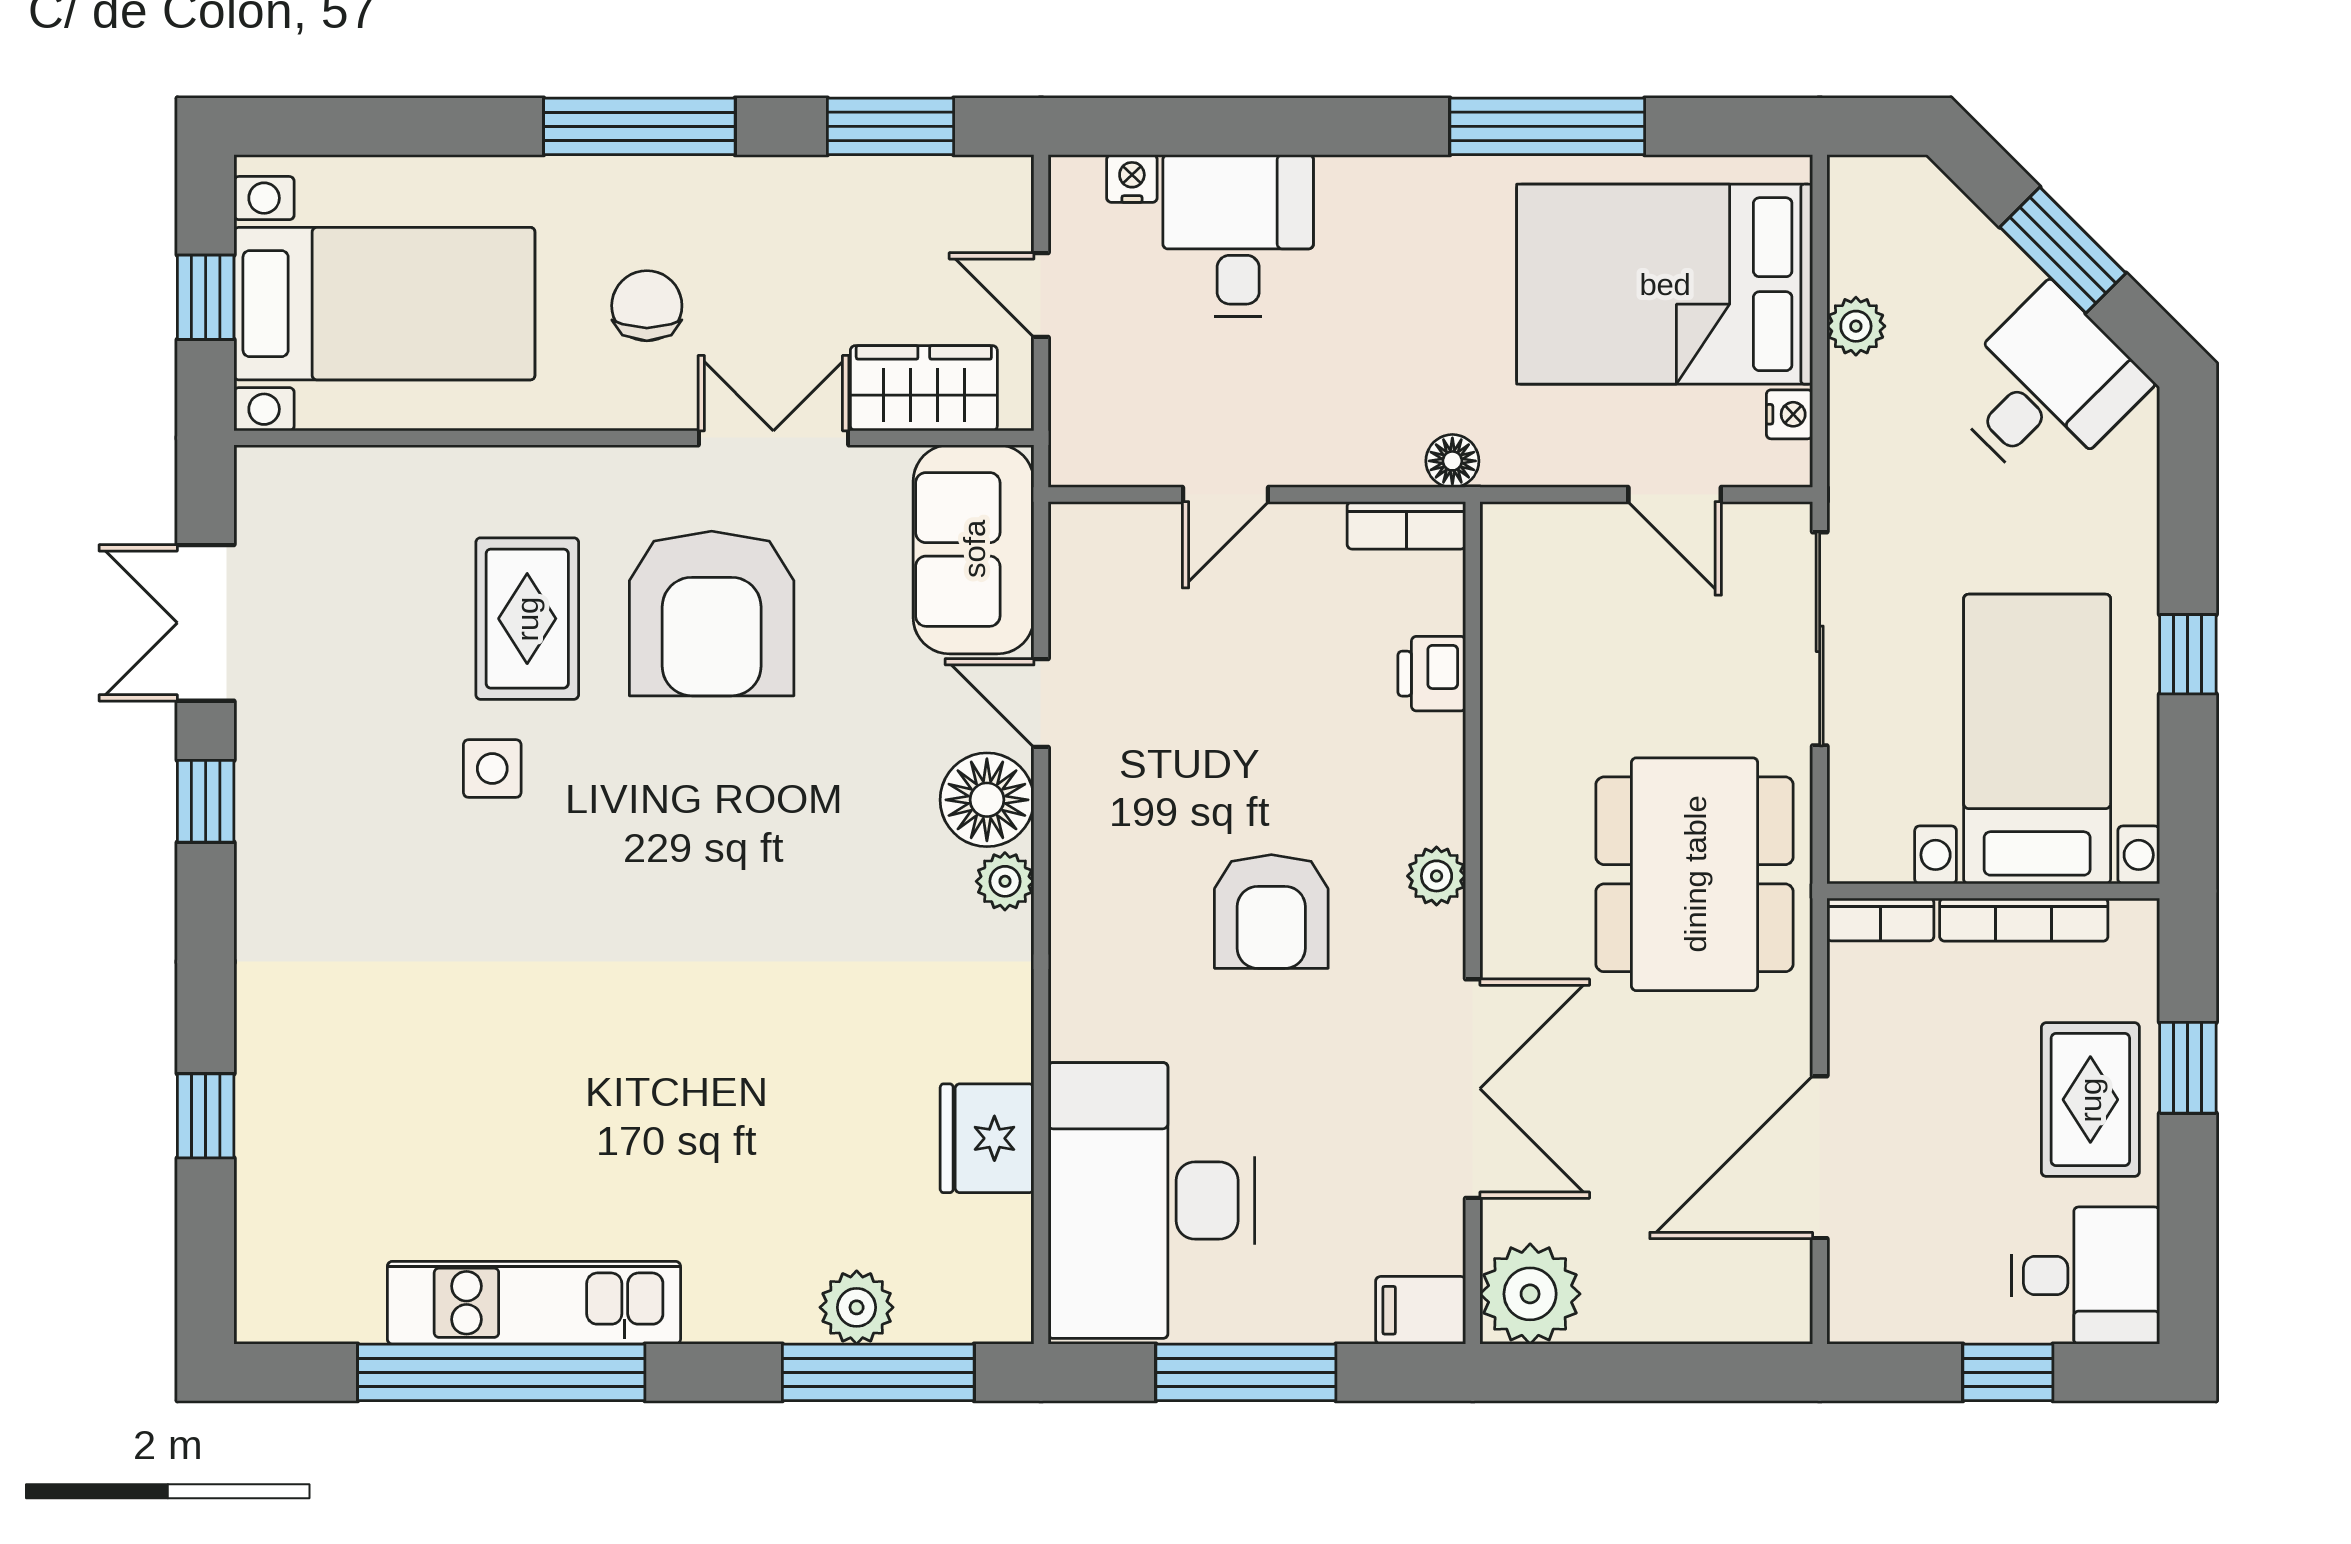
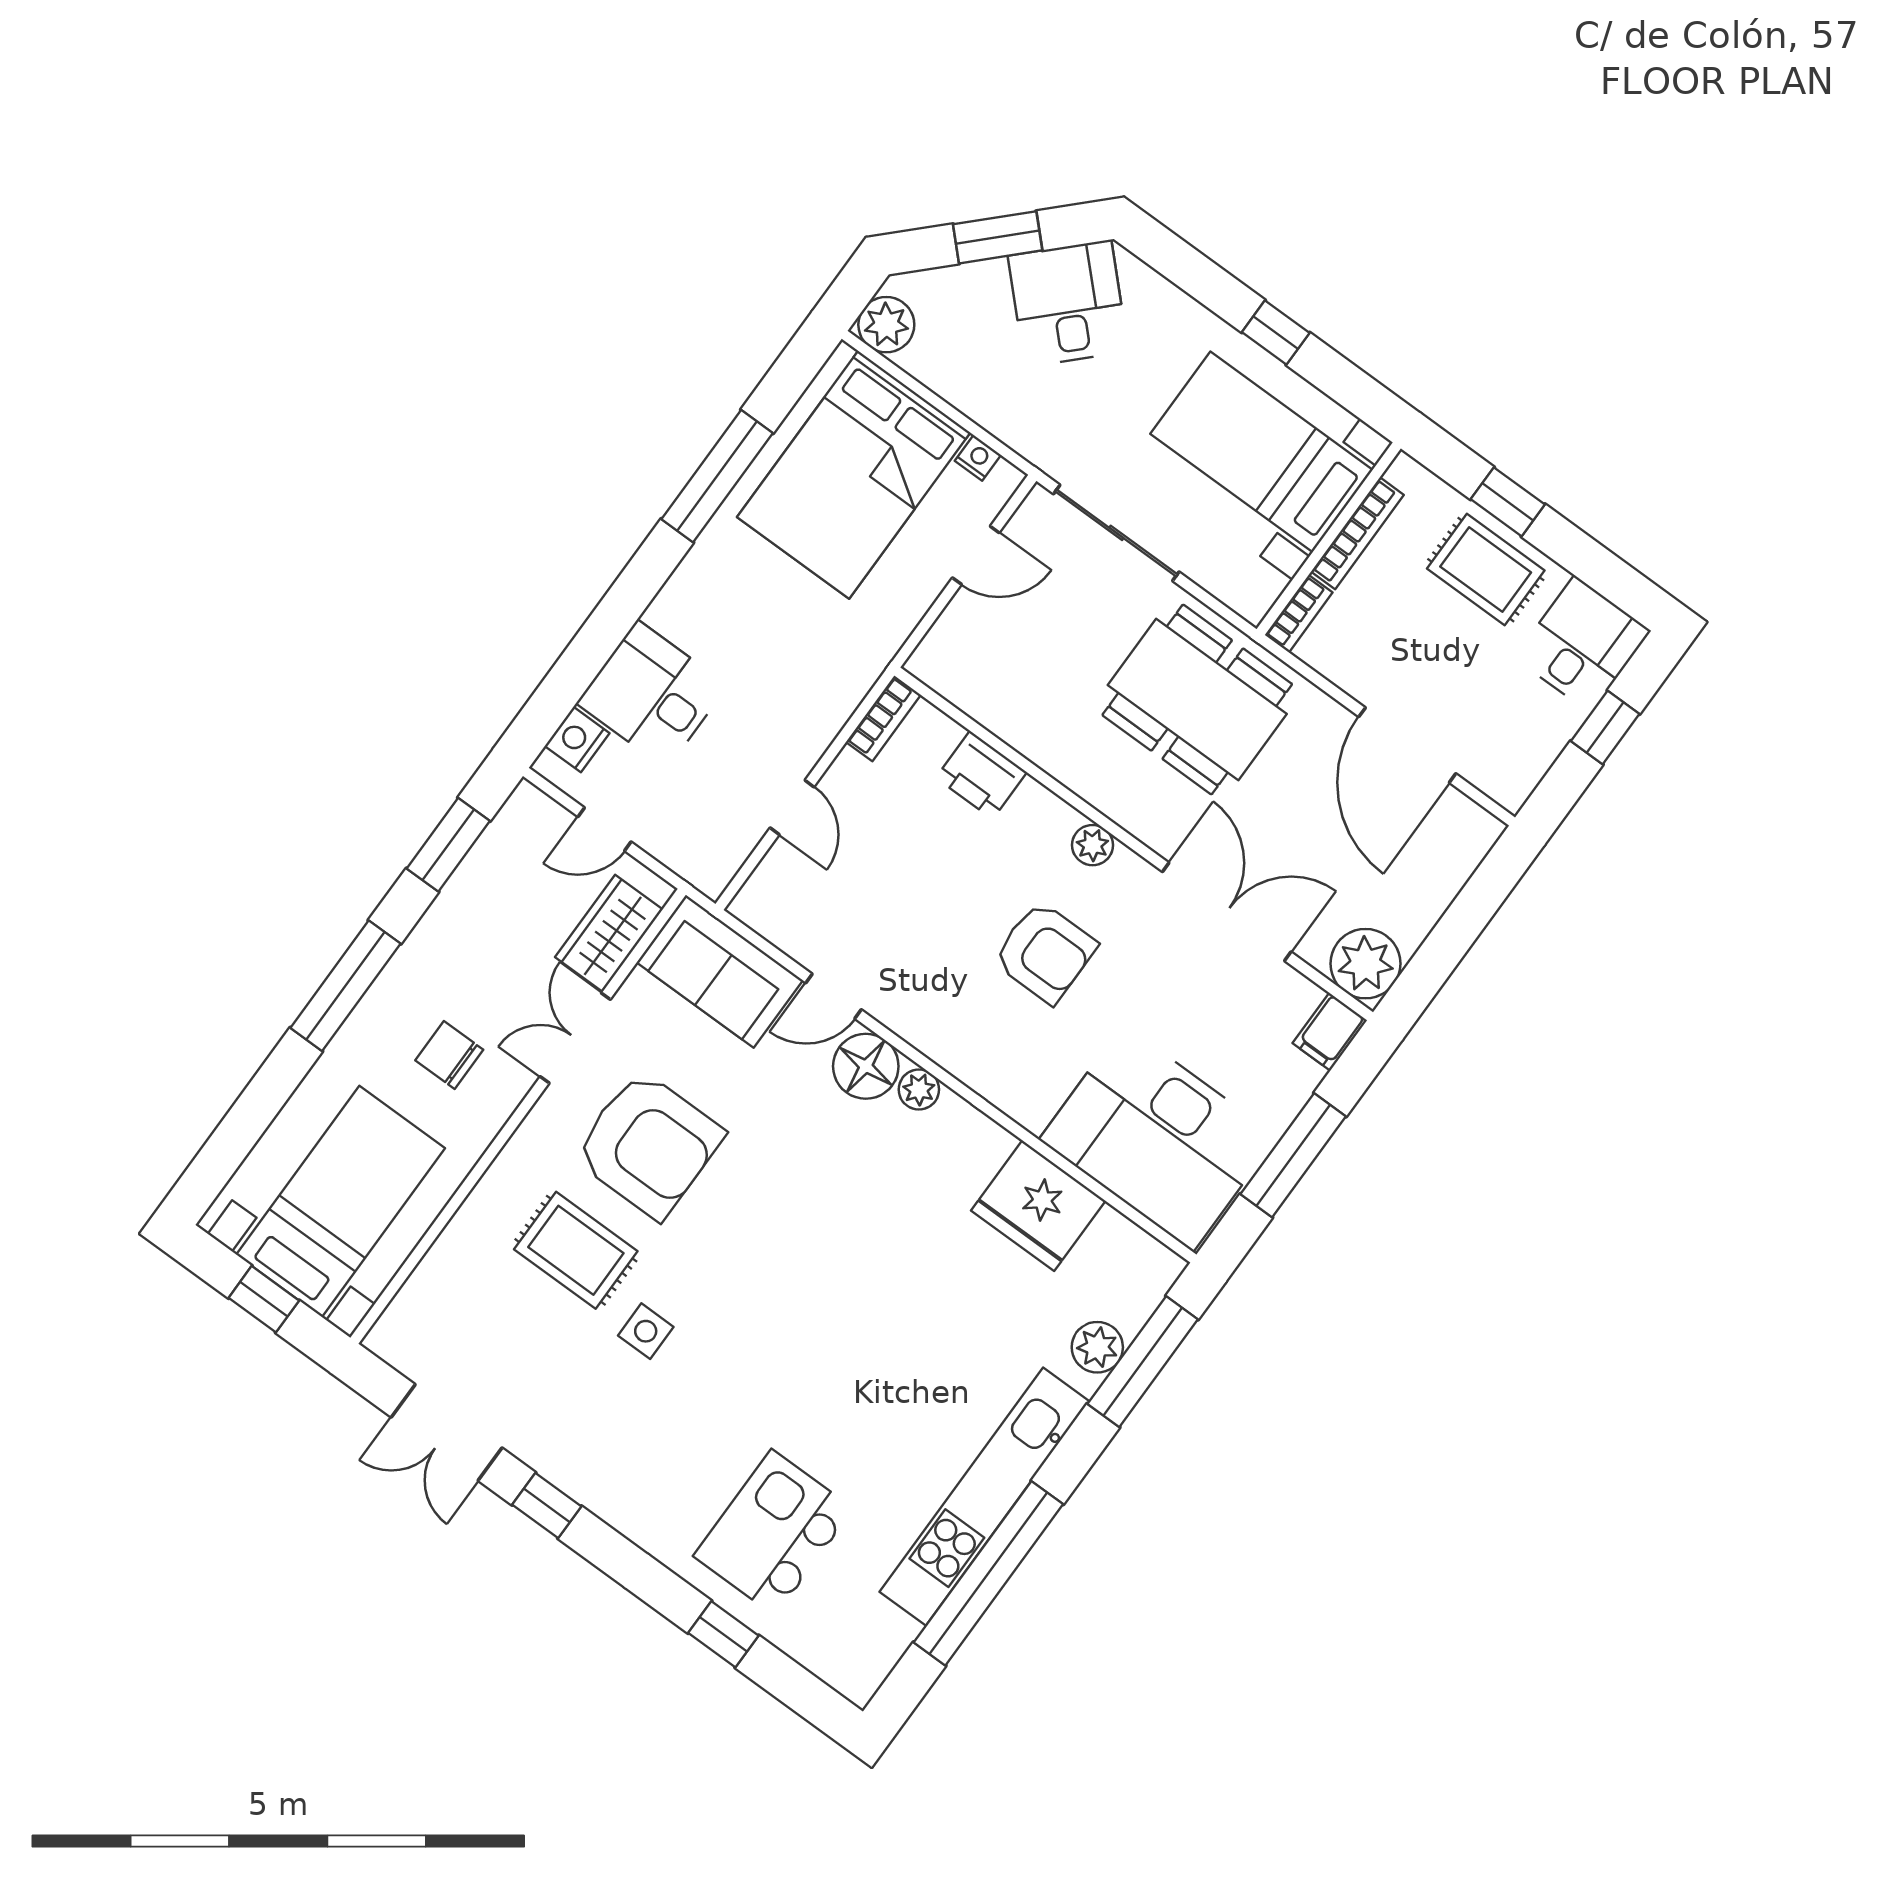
nightstand: (1132, 179) -> (577, 740), width x1.39, depth x1.35
plant: (1856, 326) -> (886, 325), moved, width x1.38, depth x1.38
floor lamp: (1452, 461) -> (866, 666), removed
printer: (1432, 674) -> (981, 775), width x1.36, depth x1.24
kitchen island: (366, 1088) -> (773, 1532), added
fridge: (987, 1138) -> (1038, 1206), width x1.36, depth x1.34
kitchen unit: (534, 1303) -> (984, 1497), width x1.36

